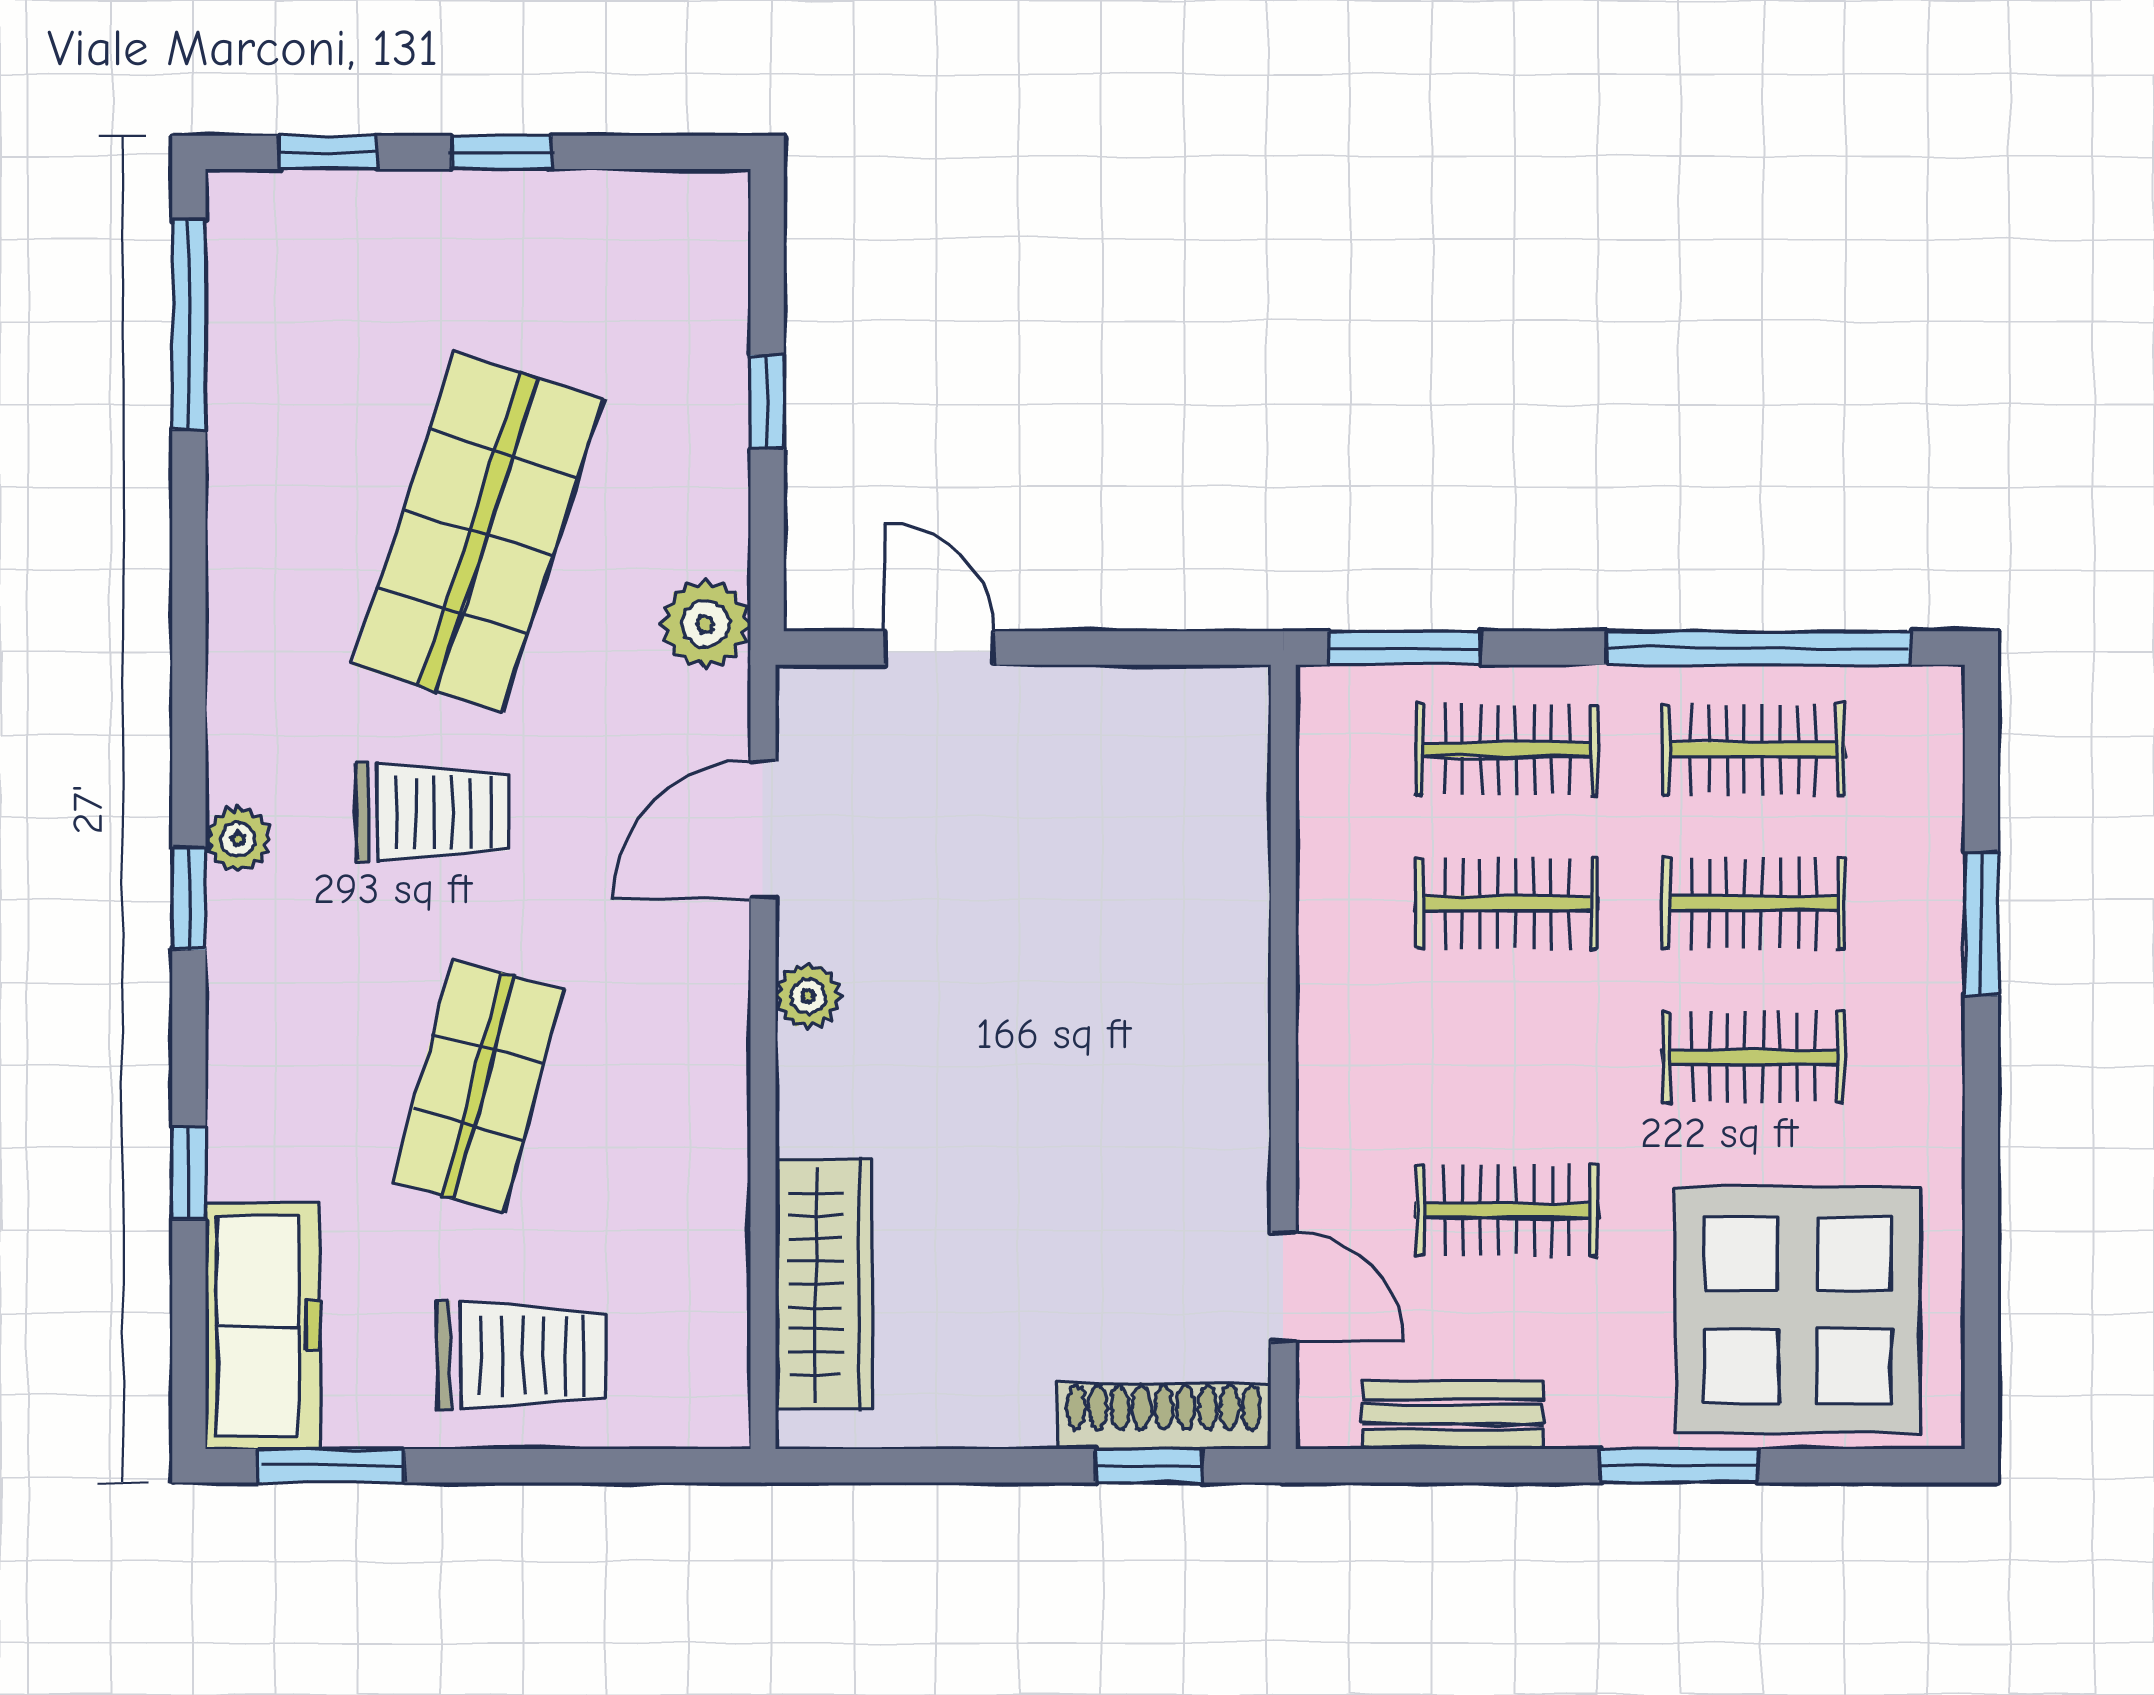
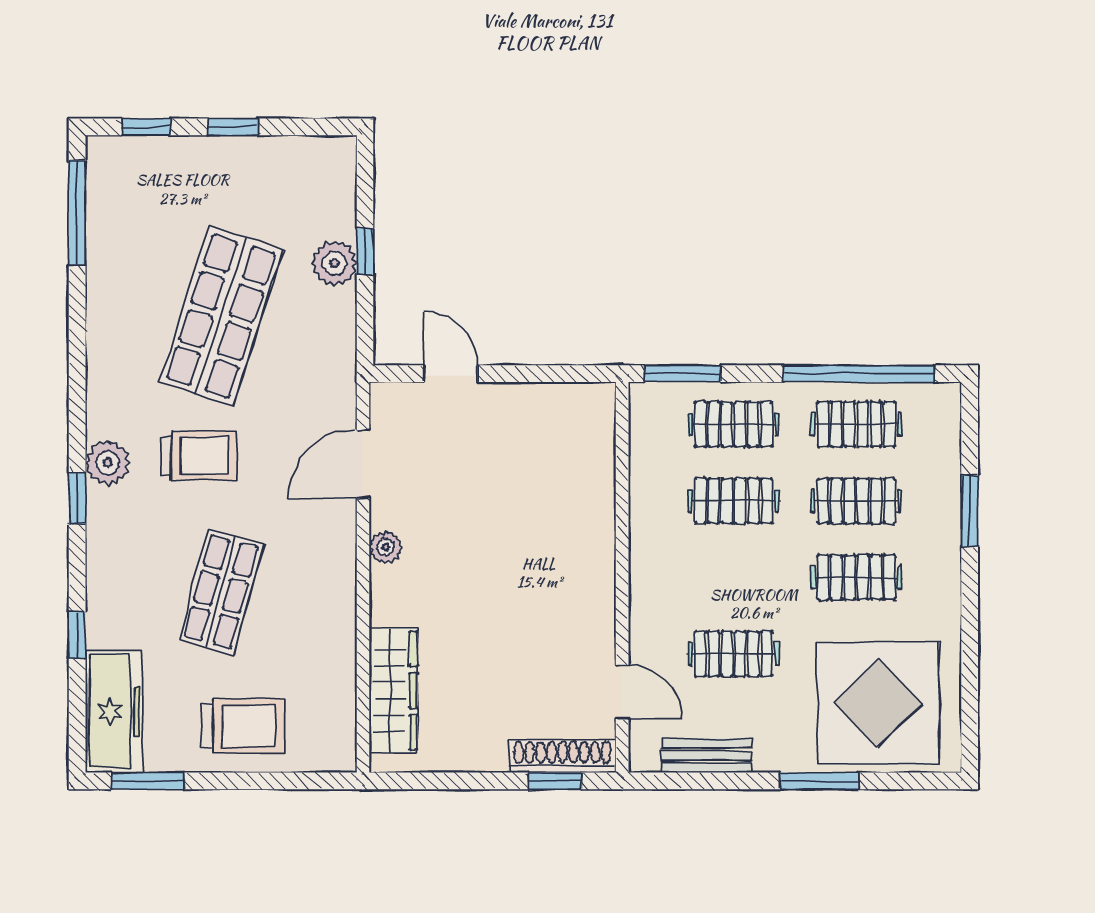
plant: (705, 624) -> (334, 263), moved
plant: (238, 839) -> (108, 463), width x1.38, depth x1.38

